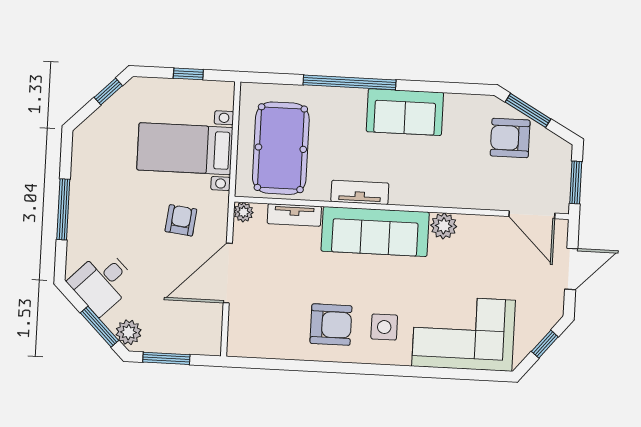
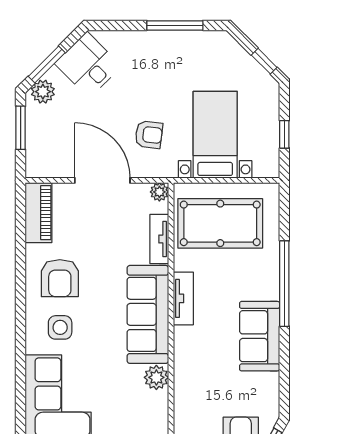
window: (63, 209) -> (175, 25), moved
piano: (259, 344) -> (39, 213), added

